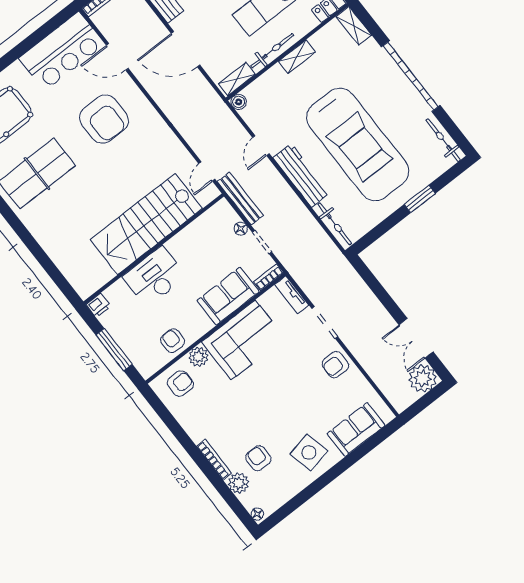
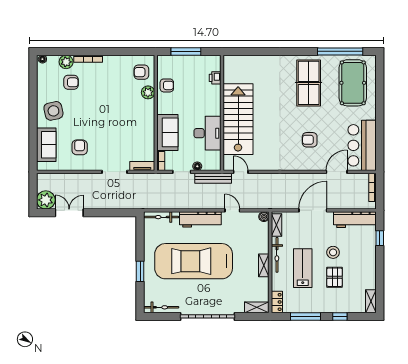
armchair: (104, 119) -> (310, 140), width x0.53, depth x0.53
desk: (154, 277) -> (207, 133), moved
printer: (98, 305) -> (215, 78), moved
corner sofa: (243, 340) -> (138, 123), removed
armchair: (335, 365) -> (80, 147), moved
armchair: (180, 384) -> (141, 72), turned 90

